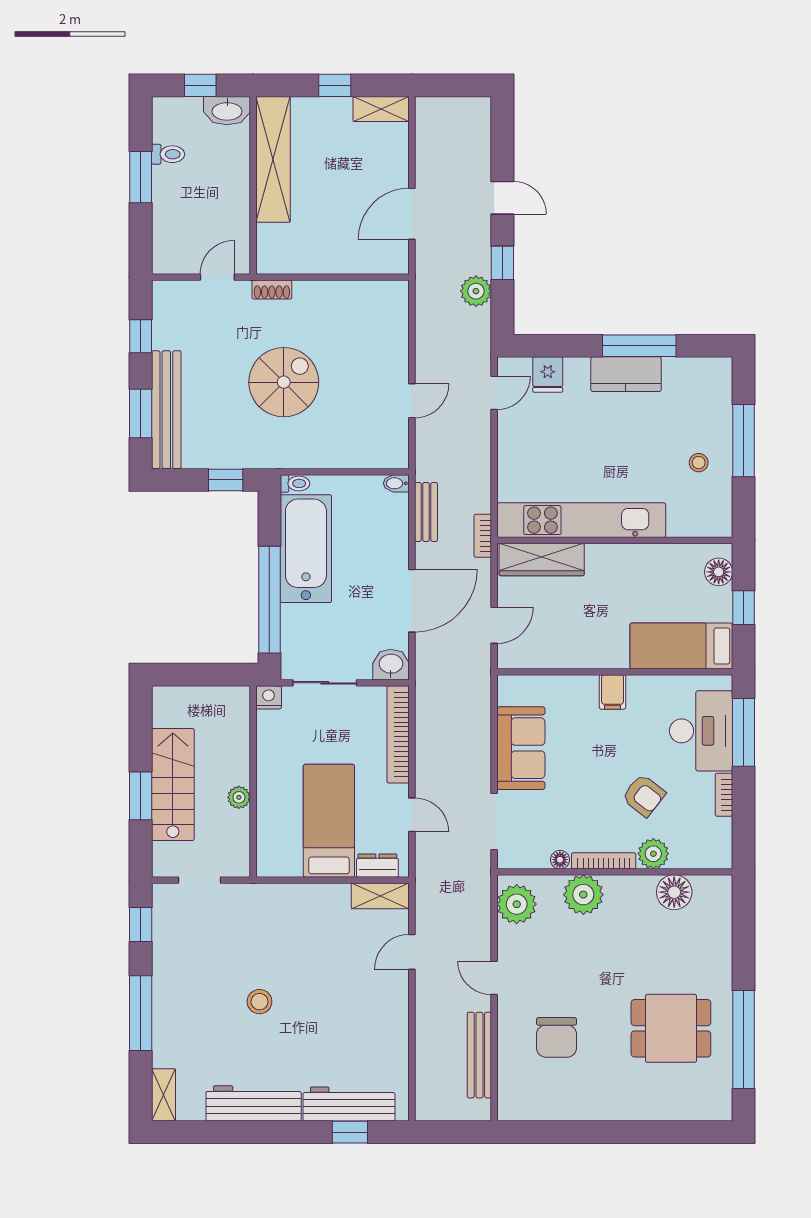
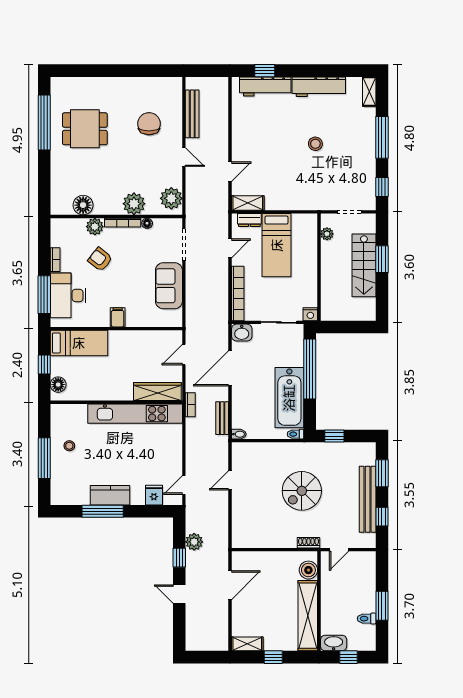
boiler: (272, 241) -> (308, 570), added
bench: (166, 410) -> (368, 499), moved
plant: (239, 797) -> (327, 234), moved
door: (412, 815) -> (230, 248), swing flipped

